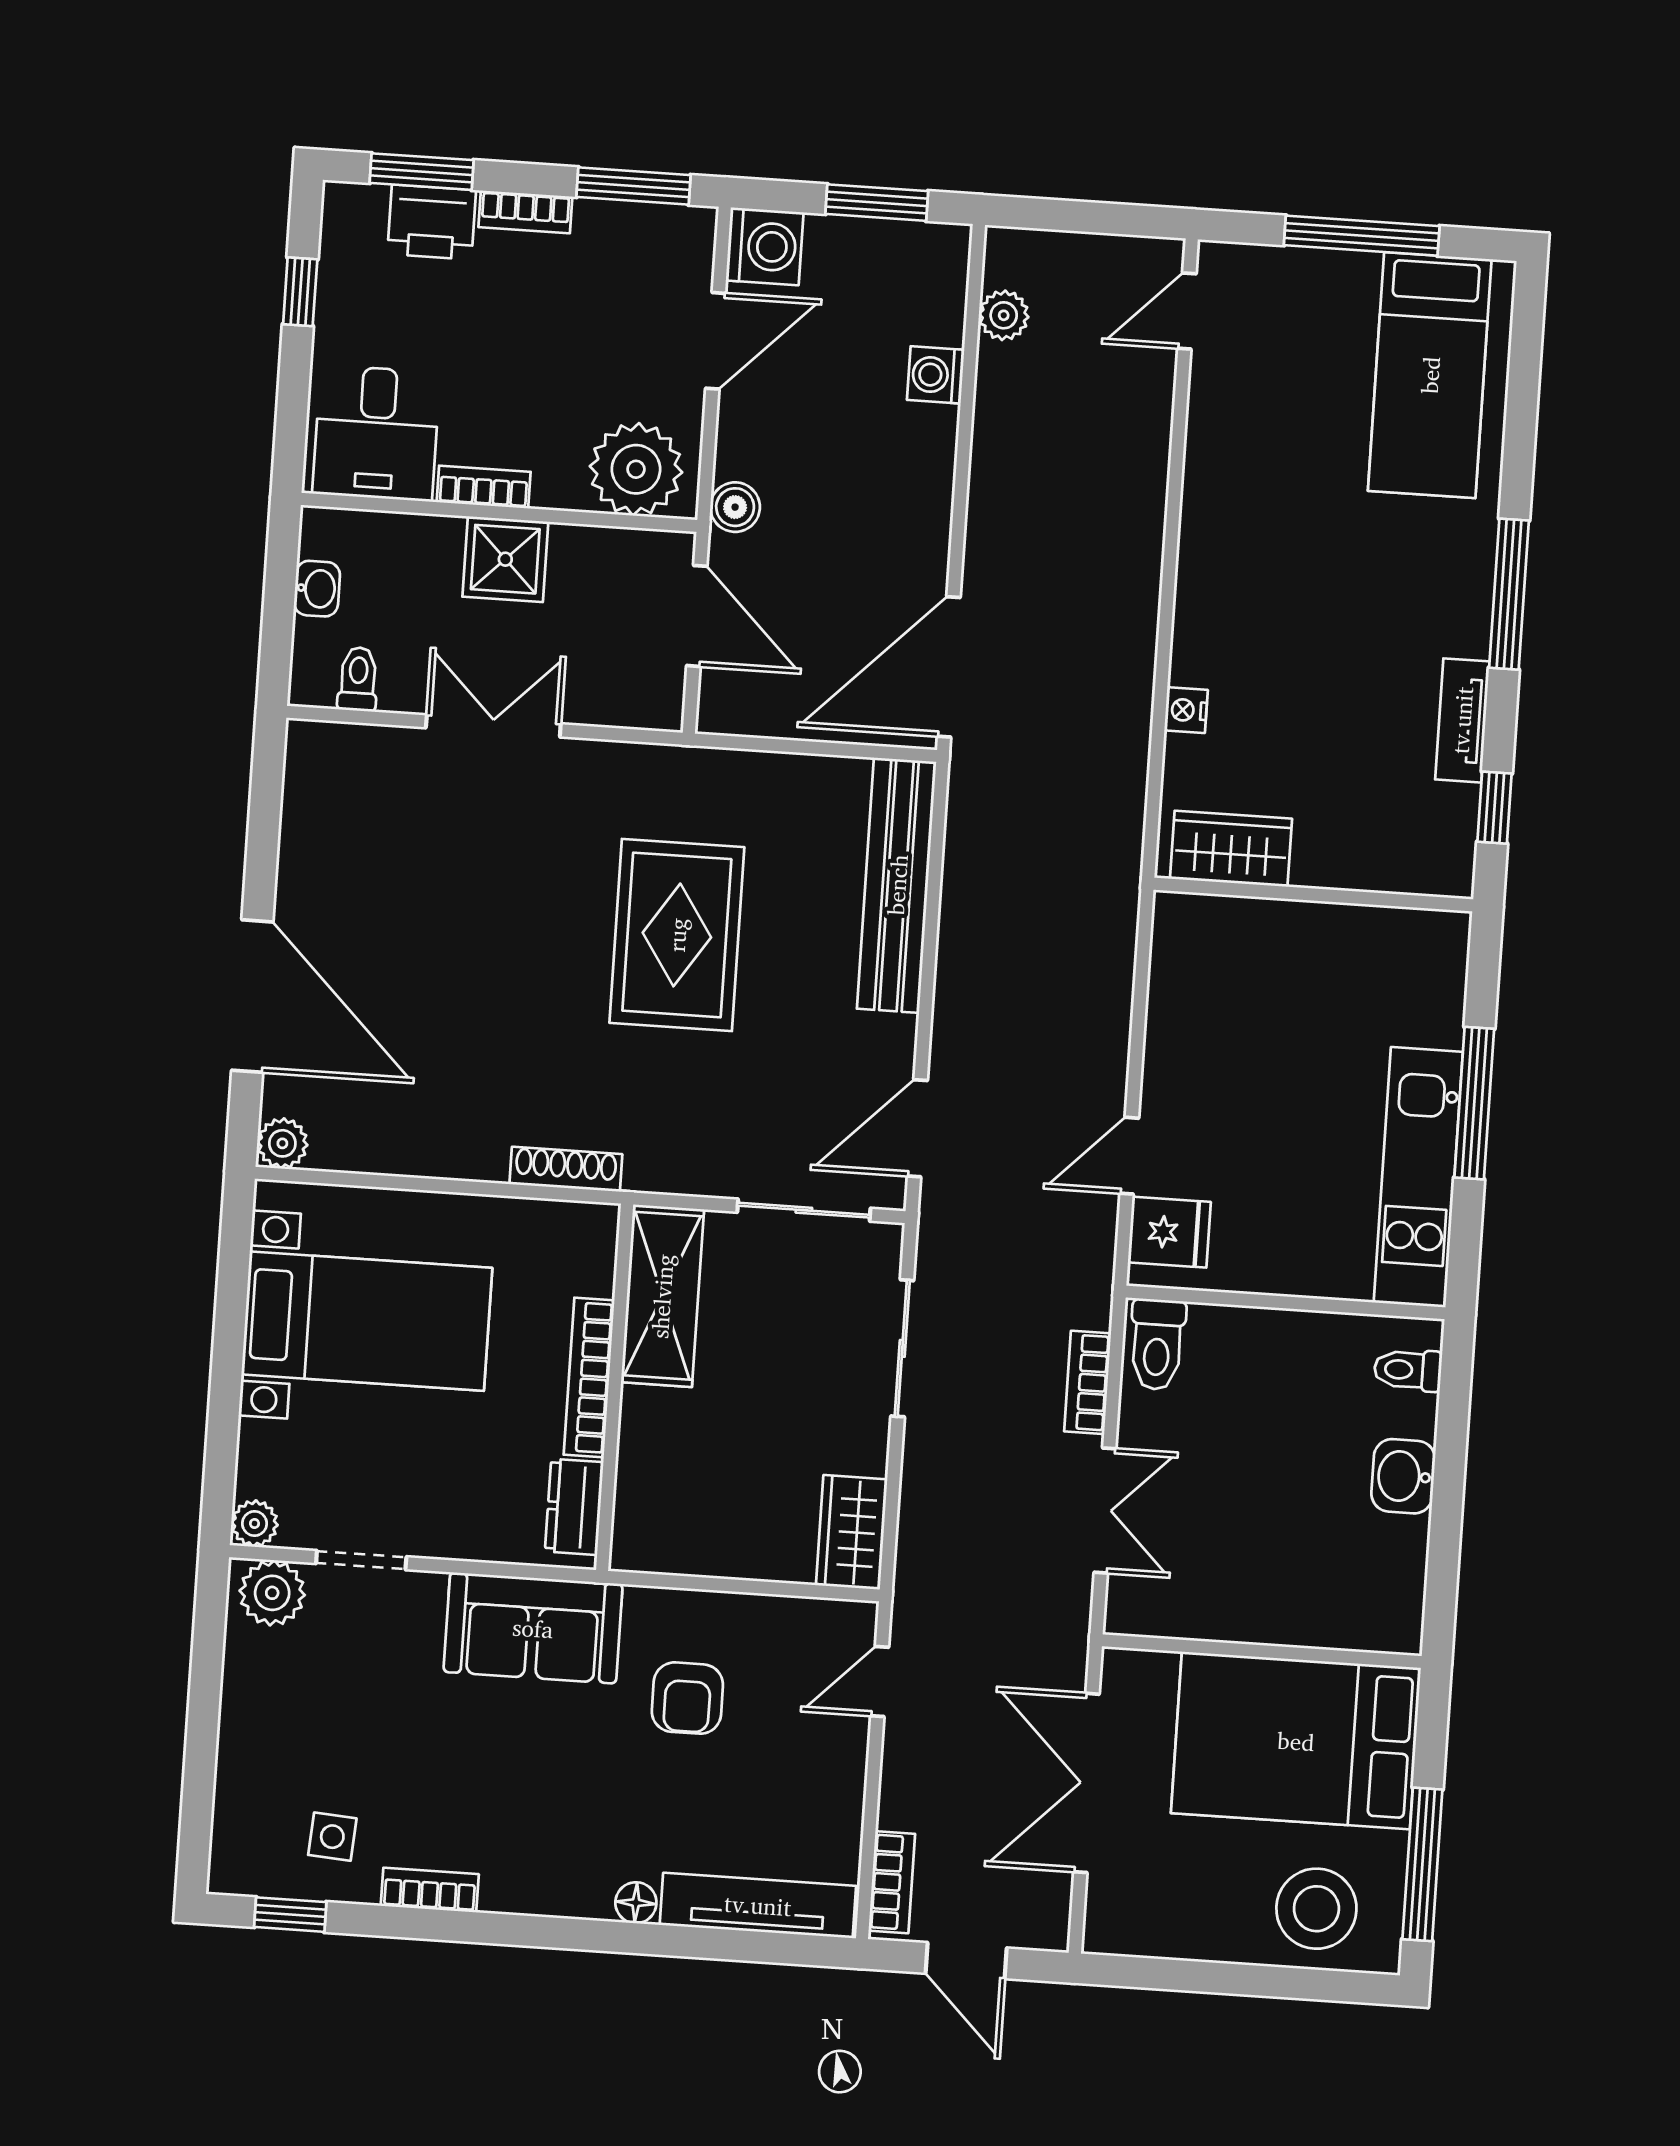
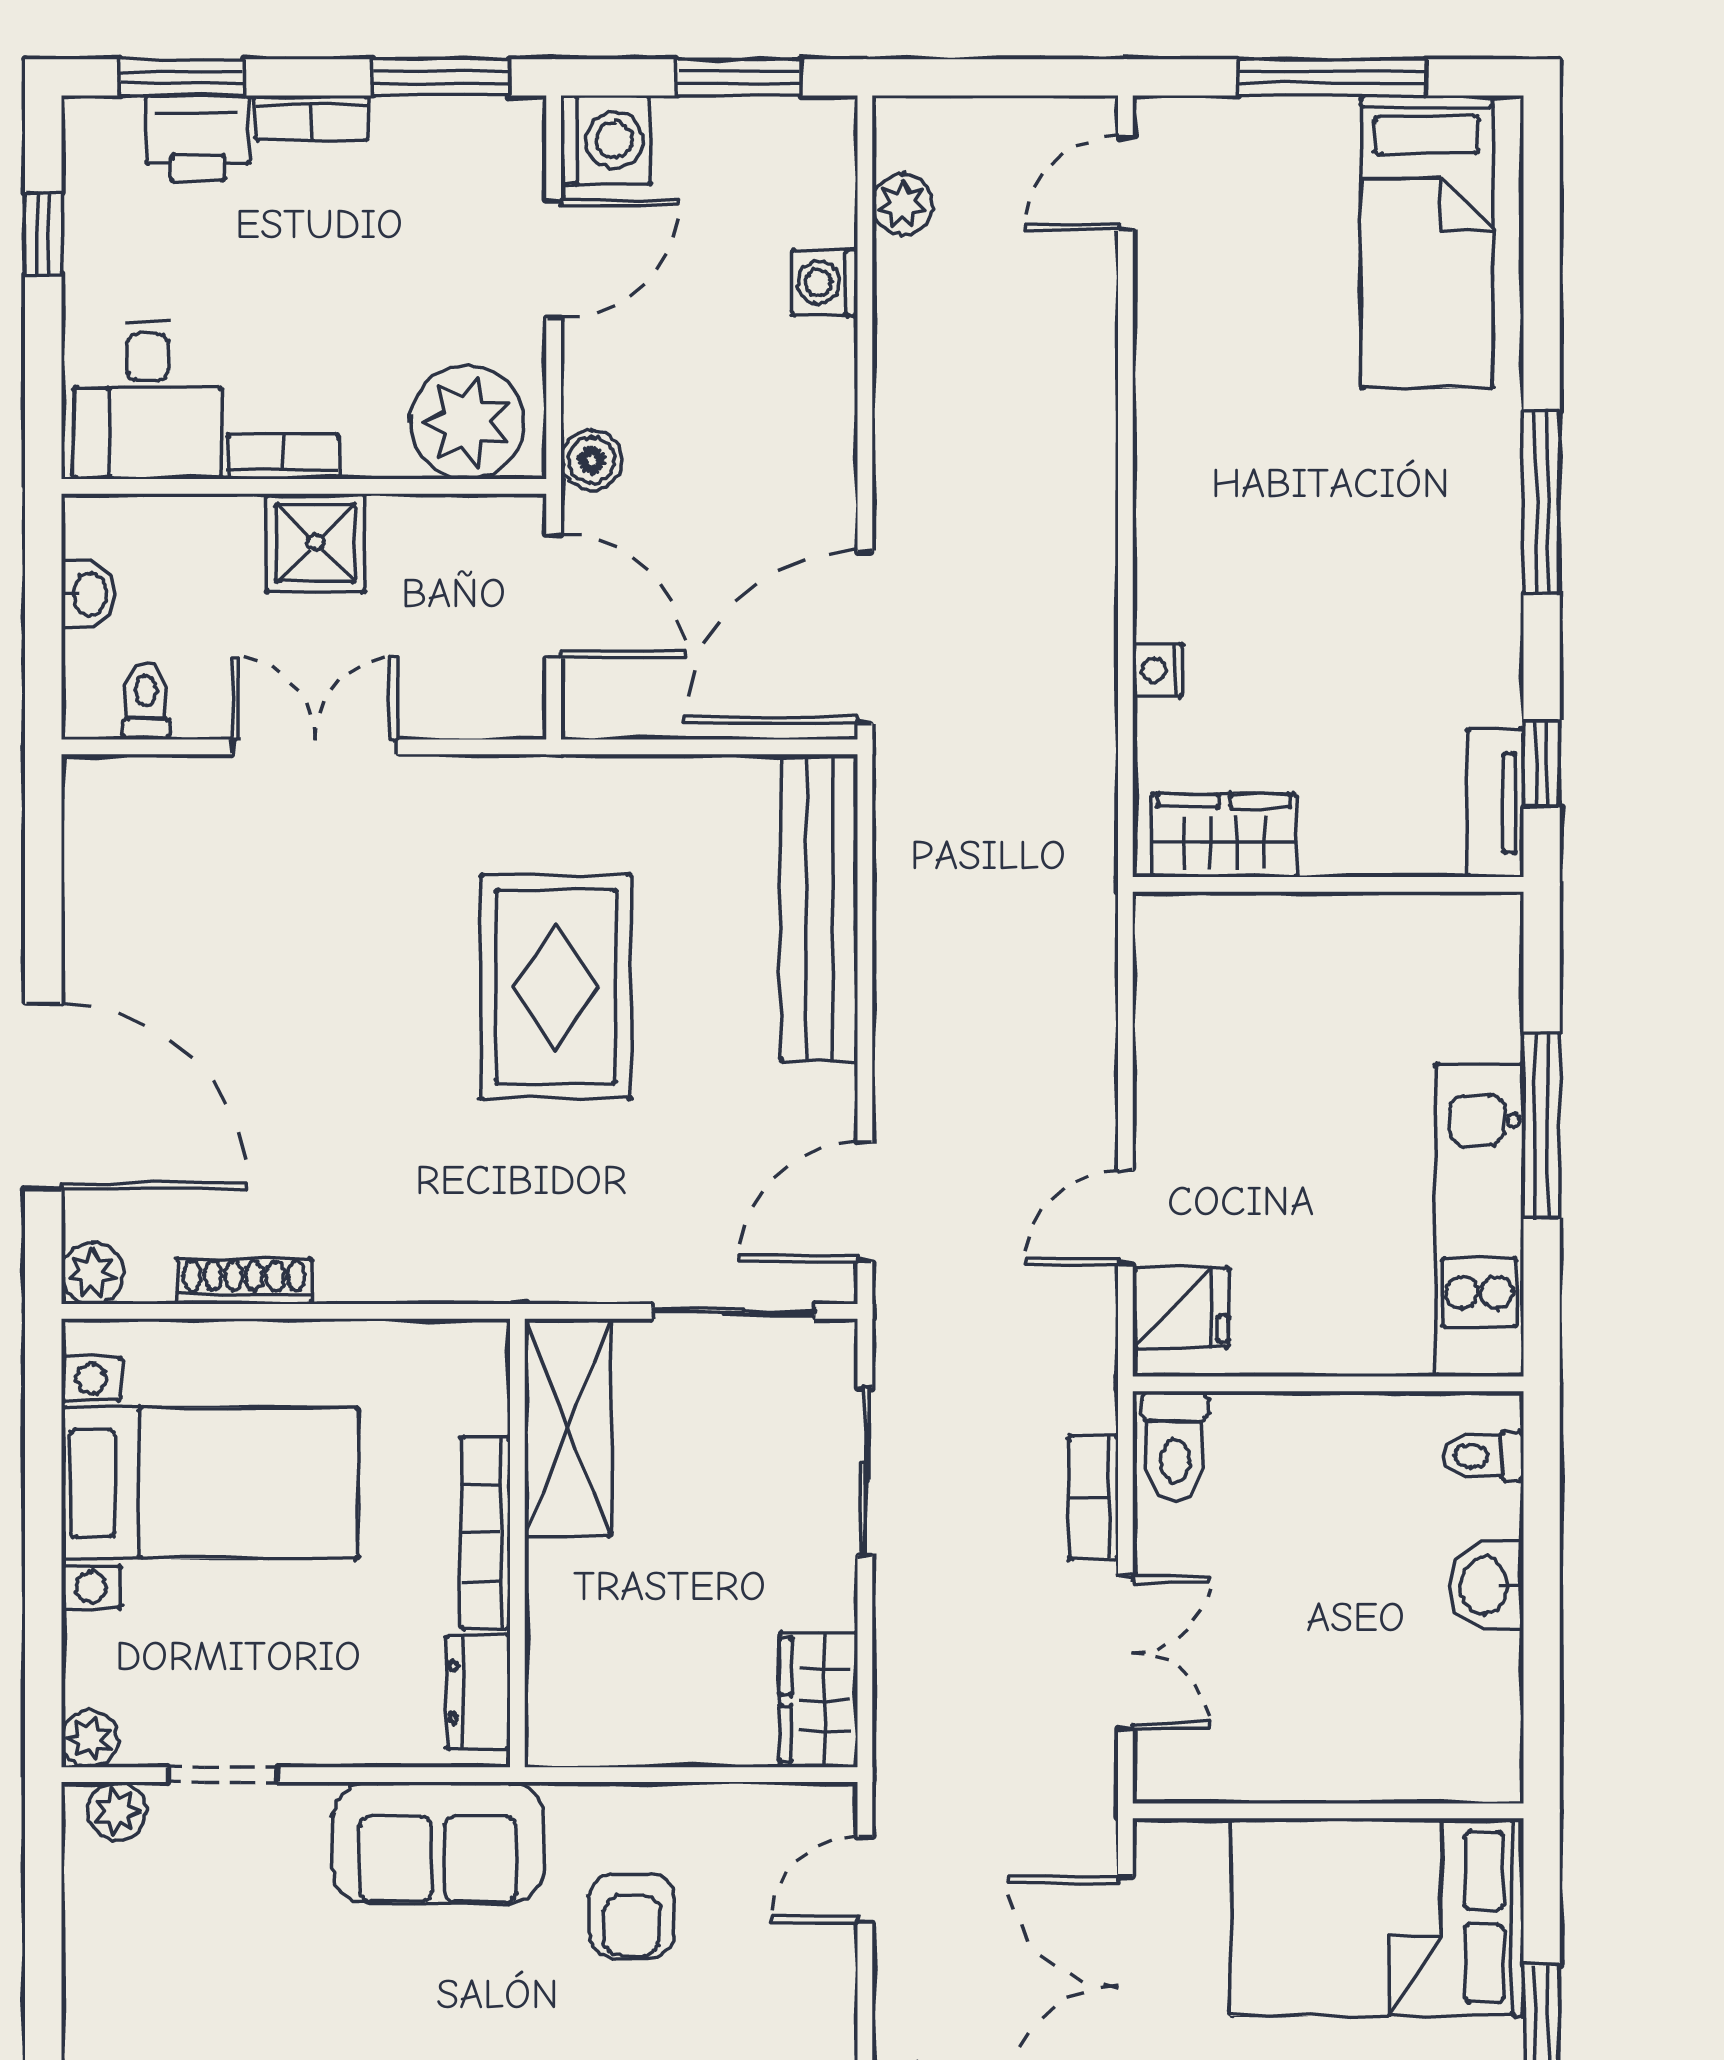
tv unit: (1462, 720) -> (1495, 803), moved
shoe rack: (566, 1169) -> (244, 1281), moved
plant: (272, 1593) -> (117, 1811), width x0.73, depth x0.73

